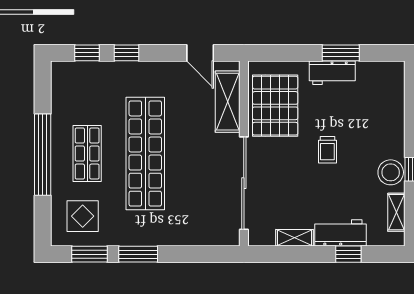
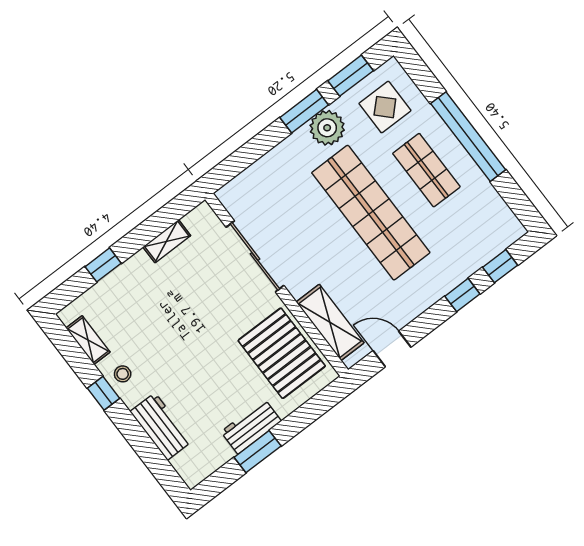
trolley: (327, 150) -> (199, 349), removed
stool: (391, 172) -> (123, 374), width x0.53, depth x0.53
sliding door: (244, 183) -> (255, 256), width x0.73
plant: (131, 232) -> (327, 128), added
workbench: (340, 233) -> (161, 426), moved, turned -90

